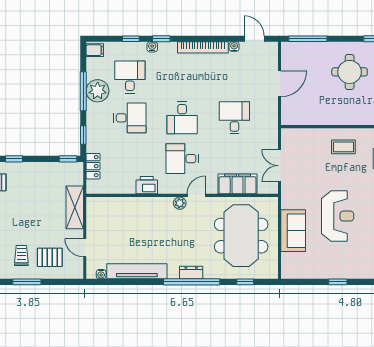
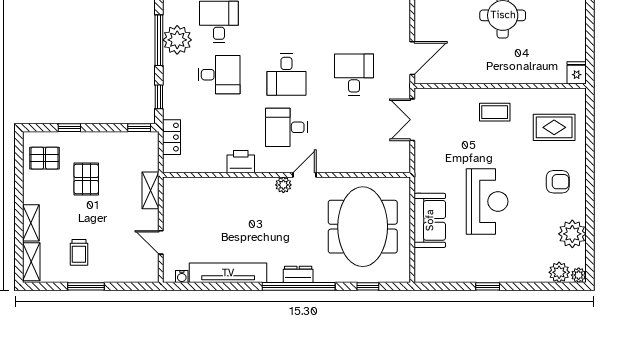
door: (280, 84) -> (412, 58), moved
double door: (280, 166) -> (412, 120), moved
filing cabinet: (238, 184) -> (358, 160), removed
shelving: (75, 207) -> (151, 190), width x0.67, depth x0.75
trolley: (21, 255) -> (79, 252), turned 180
pallet: (50, 257) -> (86, 179), moved, turned 90

